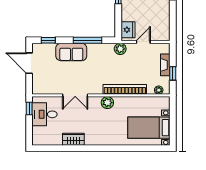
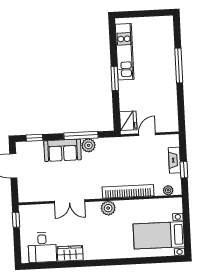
plant: (120, 49) -> (89, 145), moved
desk: (44, 114) -> (42, 247), moved, turned -90

